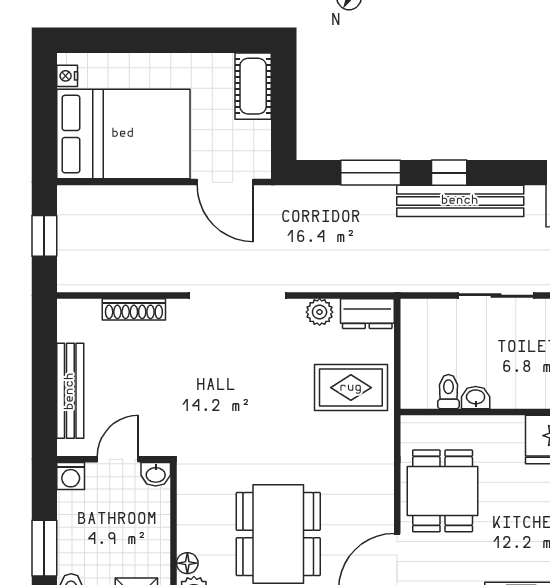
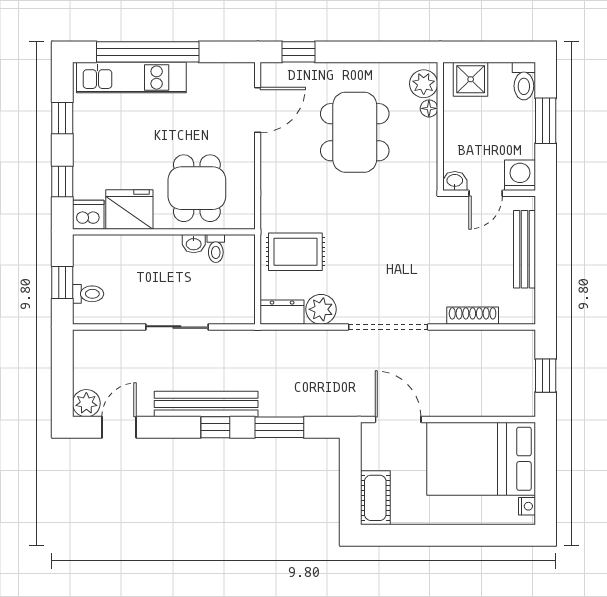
plant: (320, 312) -> (321, 309), width x1.38, depth x1.38
washing machine: (71, 476) -> (520, 175), width x1.38, depth x1.38
dining table: (443, 491) -> (197, 188), moved

